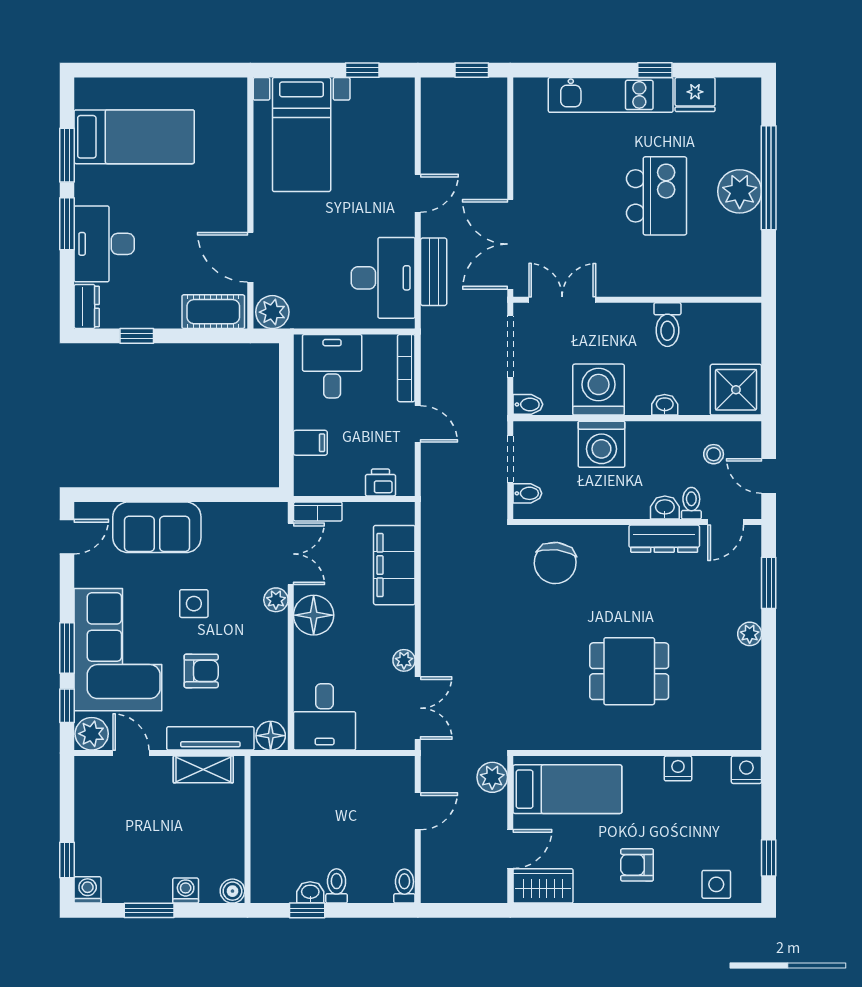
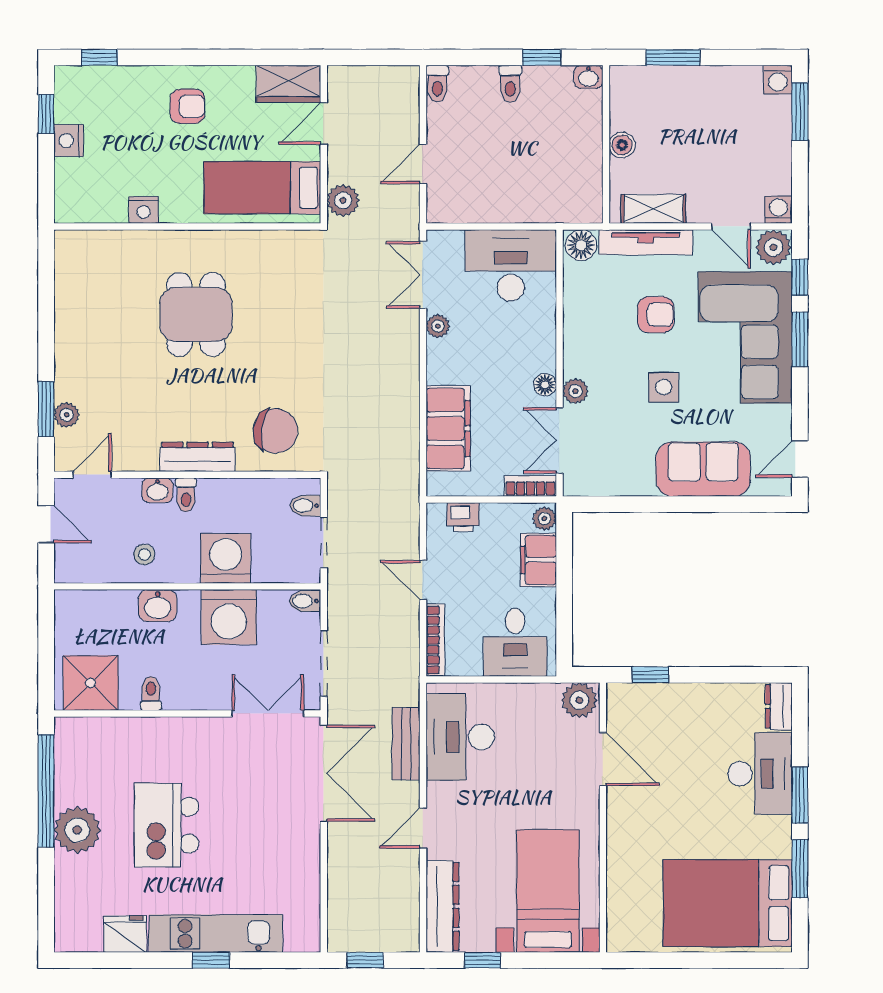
window: (655, 70) -> (211, 960), moved
dresser: (400, 120) -> (442, 906), added
bed: (134, 137) -> (728, 903), width x1.50
window: (769, 178) -> (46, 791), moved
double door: (562, 300) -> (268, 714), swing flipped
cot: (213, 312) -> (643, 701), removed
toilet: (667, 325) -> (151, 693), width x0.73, depth x0.72
window: (137, 336) -> (650, 675), moved
shower: (736, 390) -> (91, 683), moved
washbasin: (665, 405) -> (158, 606), width x1.38, depth x1.45
filing cabinet: (310, 443) -> (538, 560), width x2.00
stool: (714, 454) -> (144, 554), moved
plant: (305, 481) -> (544, 519), added
toilet: (691, 503) -> (186, 495), moved
dresser: (664, 539) -> (198, 457), moved
chair: (555, 563) -> (275, 431), turned 91
floor lamp: (314, 615) -> (545, 385), width x0.53, depth x0.53
plant: (750, 634) -> (66, 415), moved
armchair: (201, 671) -> (656, 315), turned 180
dining table: (629, 671) -> (196, 314), turned 90
desk: (325, 717) -> (511, 265), width x1.37
nightstand: (746, 770) -> (69, 141), moved, turned 90
window: (67, 860) -> (800, 112), width x1.50
side table: (716, 884) -> (102, 85), removed
washing machine: (186, 891) -> (778, 210), moved, turned 180
boiler: (232, 891) -> (622, 145), moved
washbasin: (310, 892) -> (588, 77), moved
window: (149, 910) -> (673, 57), moved
window: (719, 910) -> (99, 57), added

